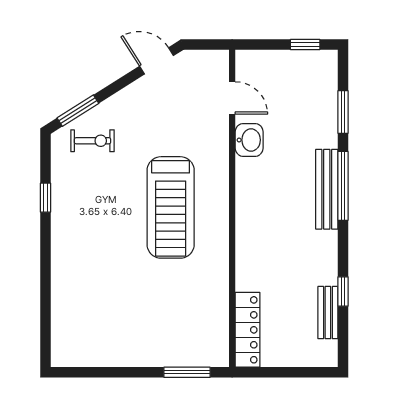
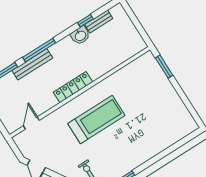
washbasin: (249, 140) -> (80, 36), moved, turned 180
bench: (327, 189) -> (32, 64), moved
locker: (248, 330) -> (73, 87), moved

